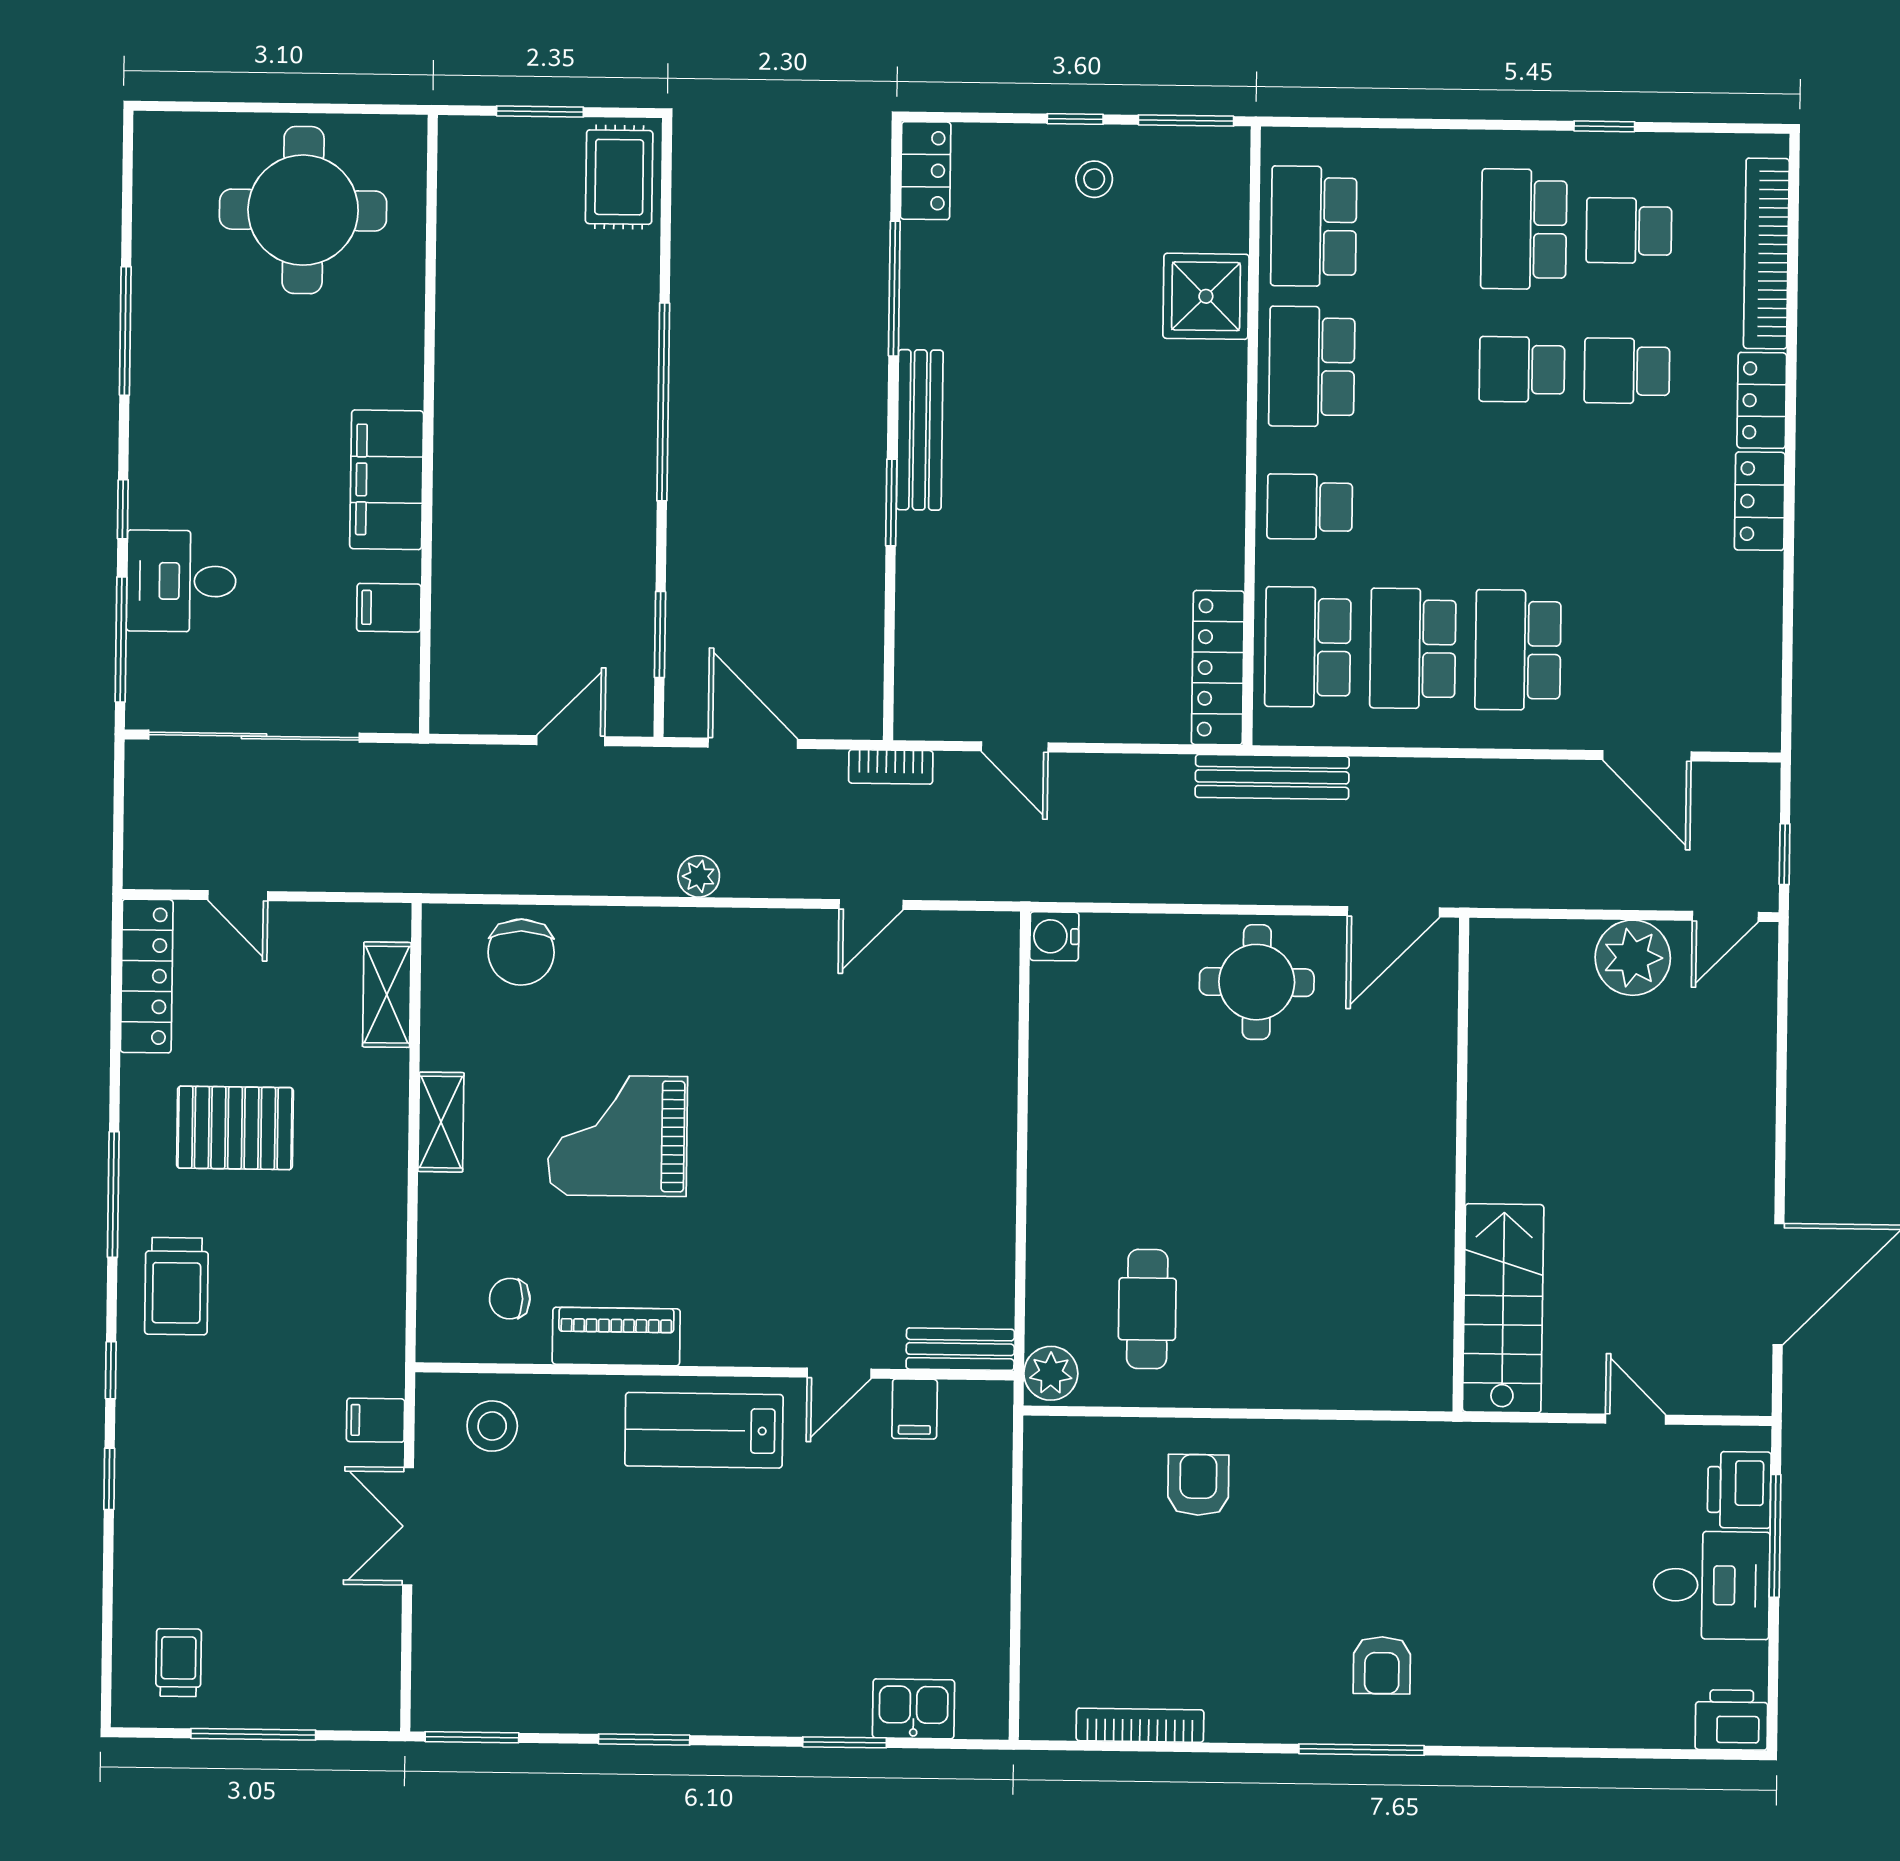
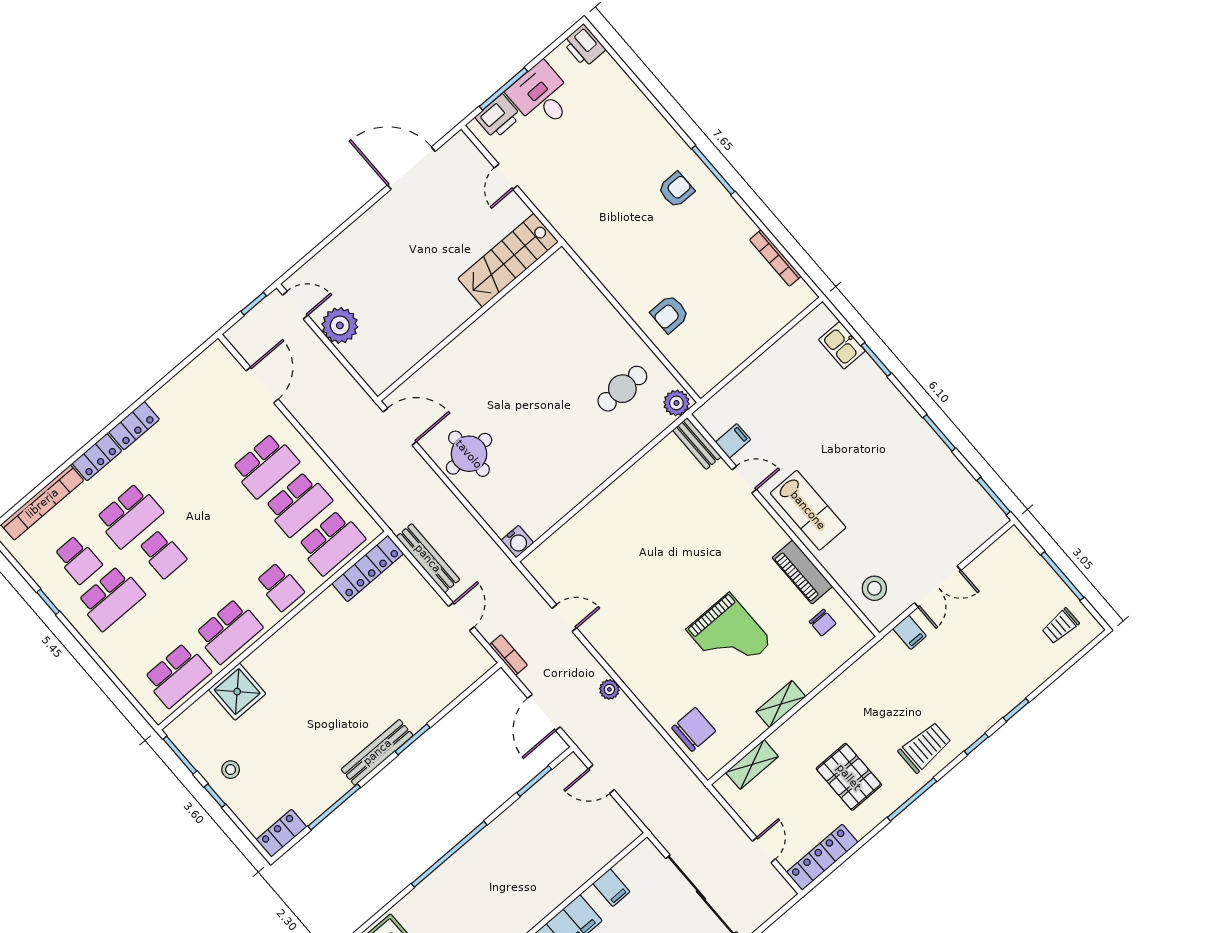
school desk: (1627, 371) -> (129, 515), width x1.85
bench: (1272, 777) -> (428, 558), moved

